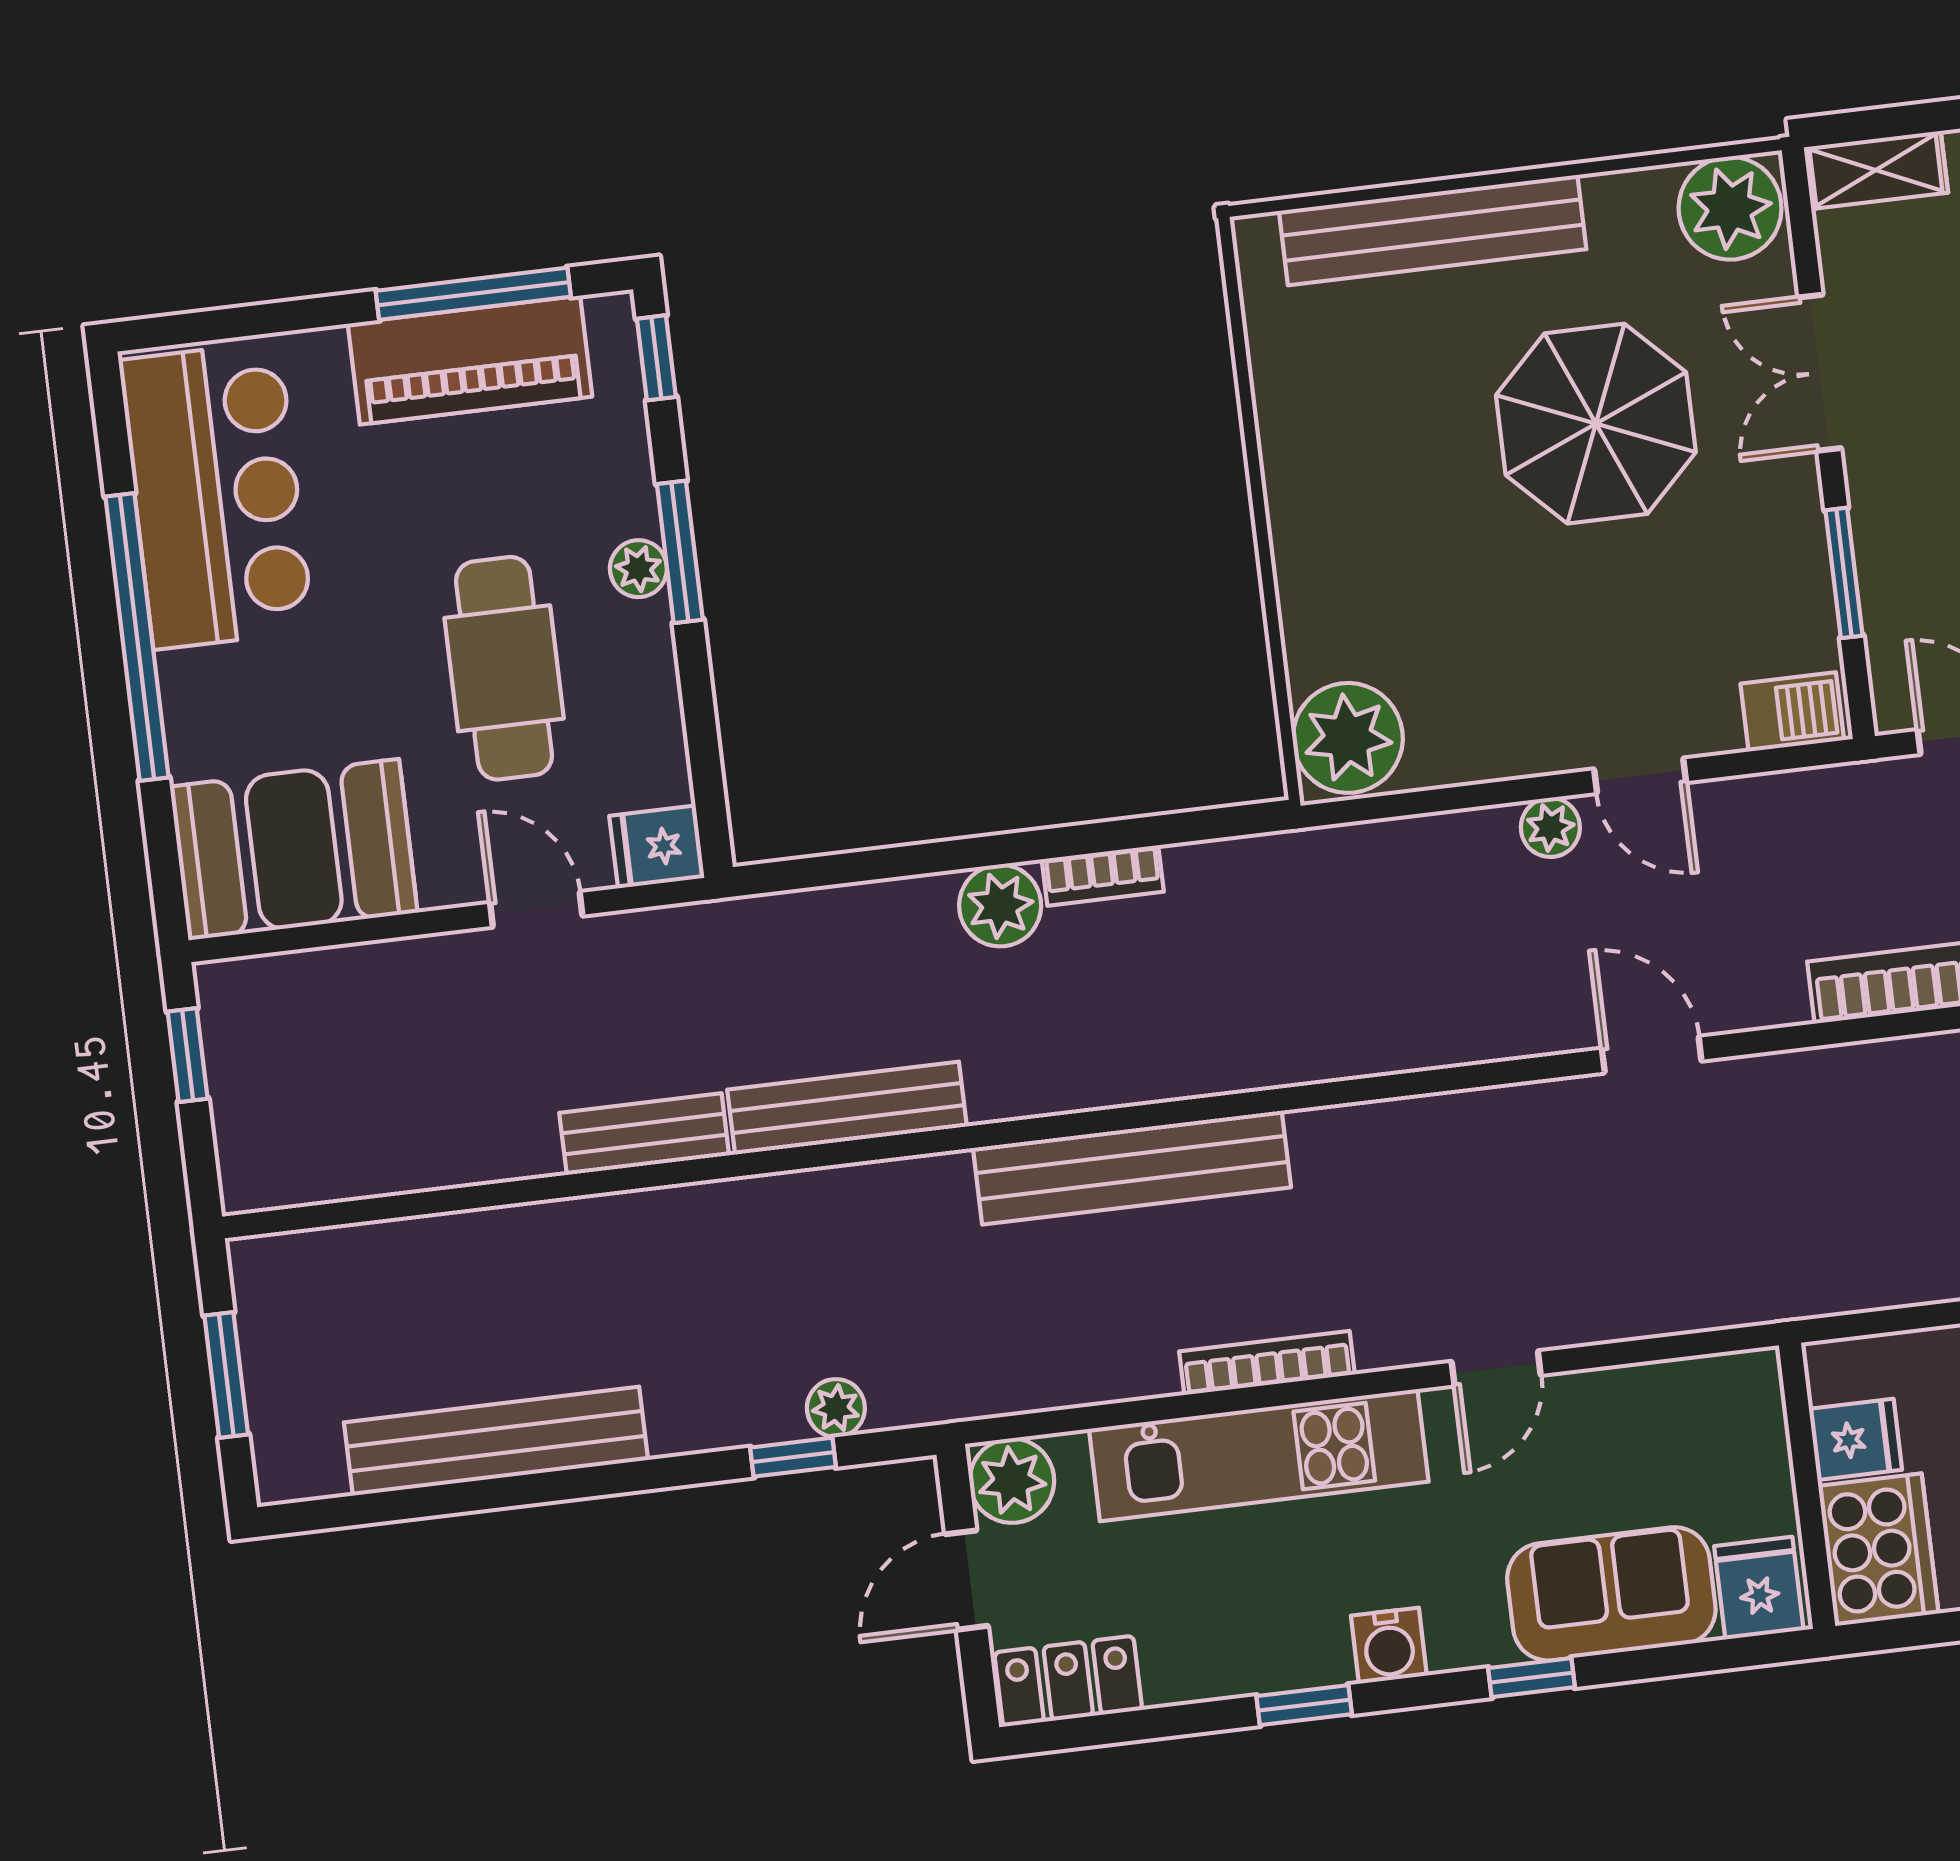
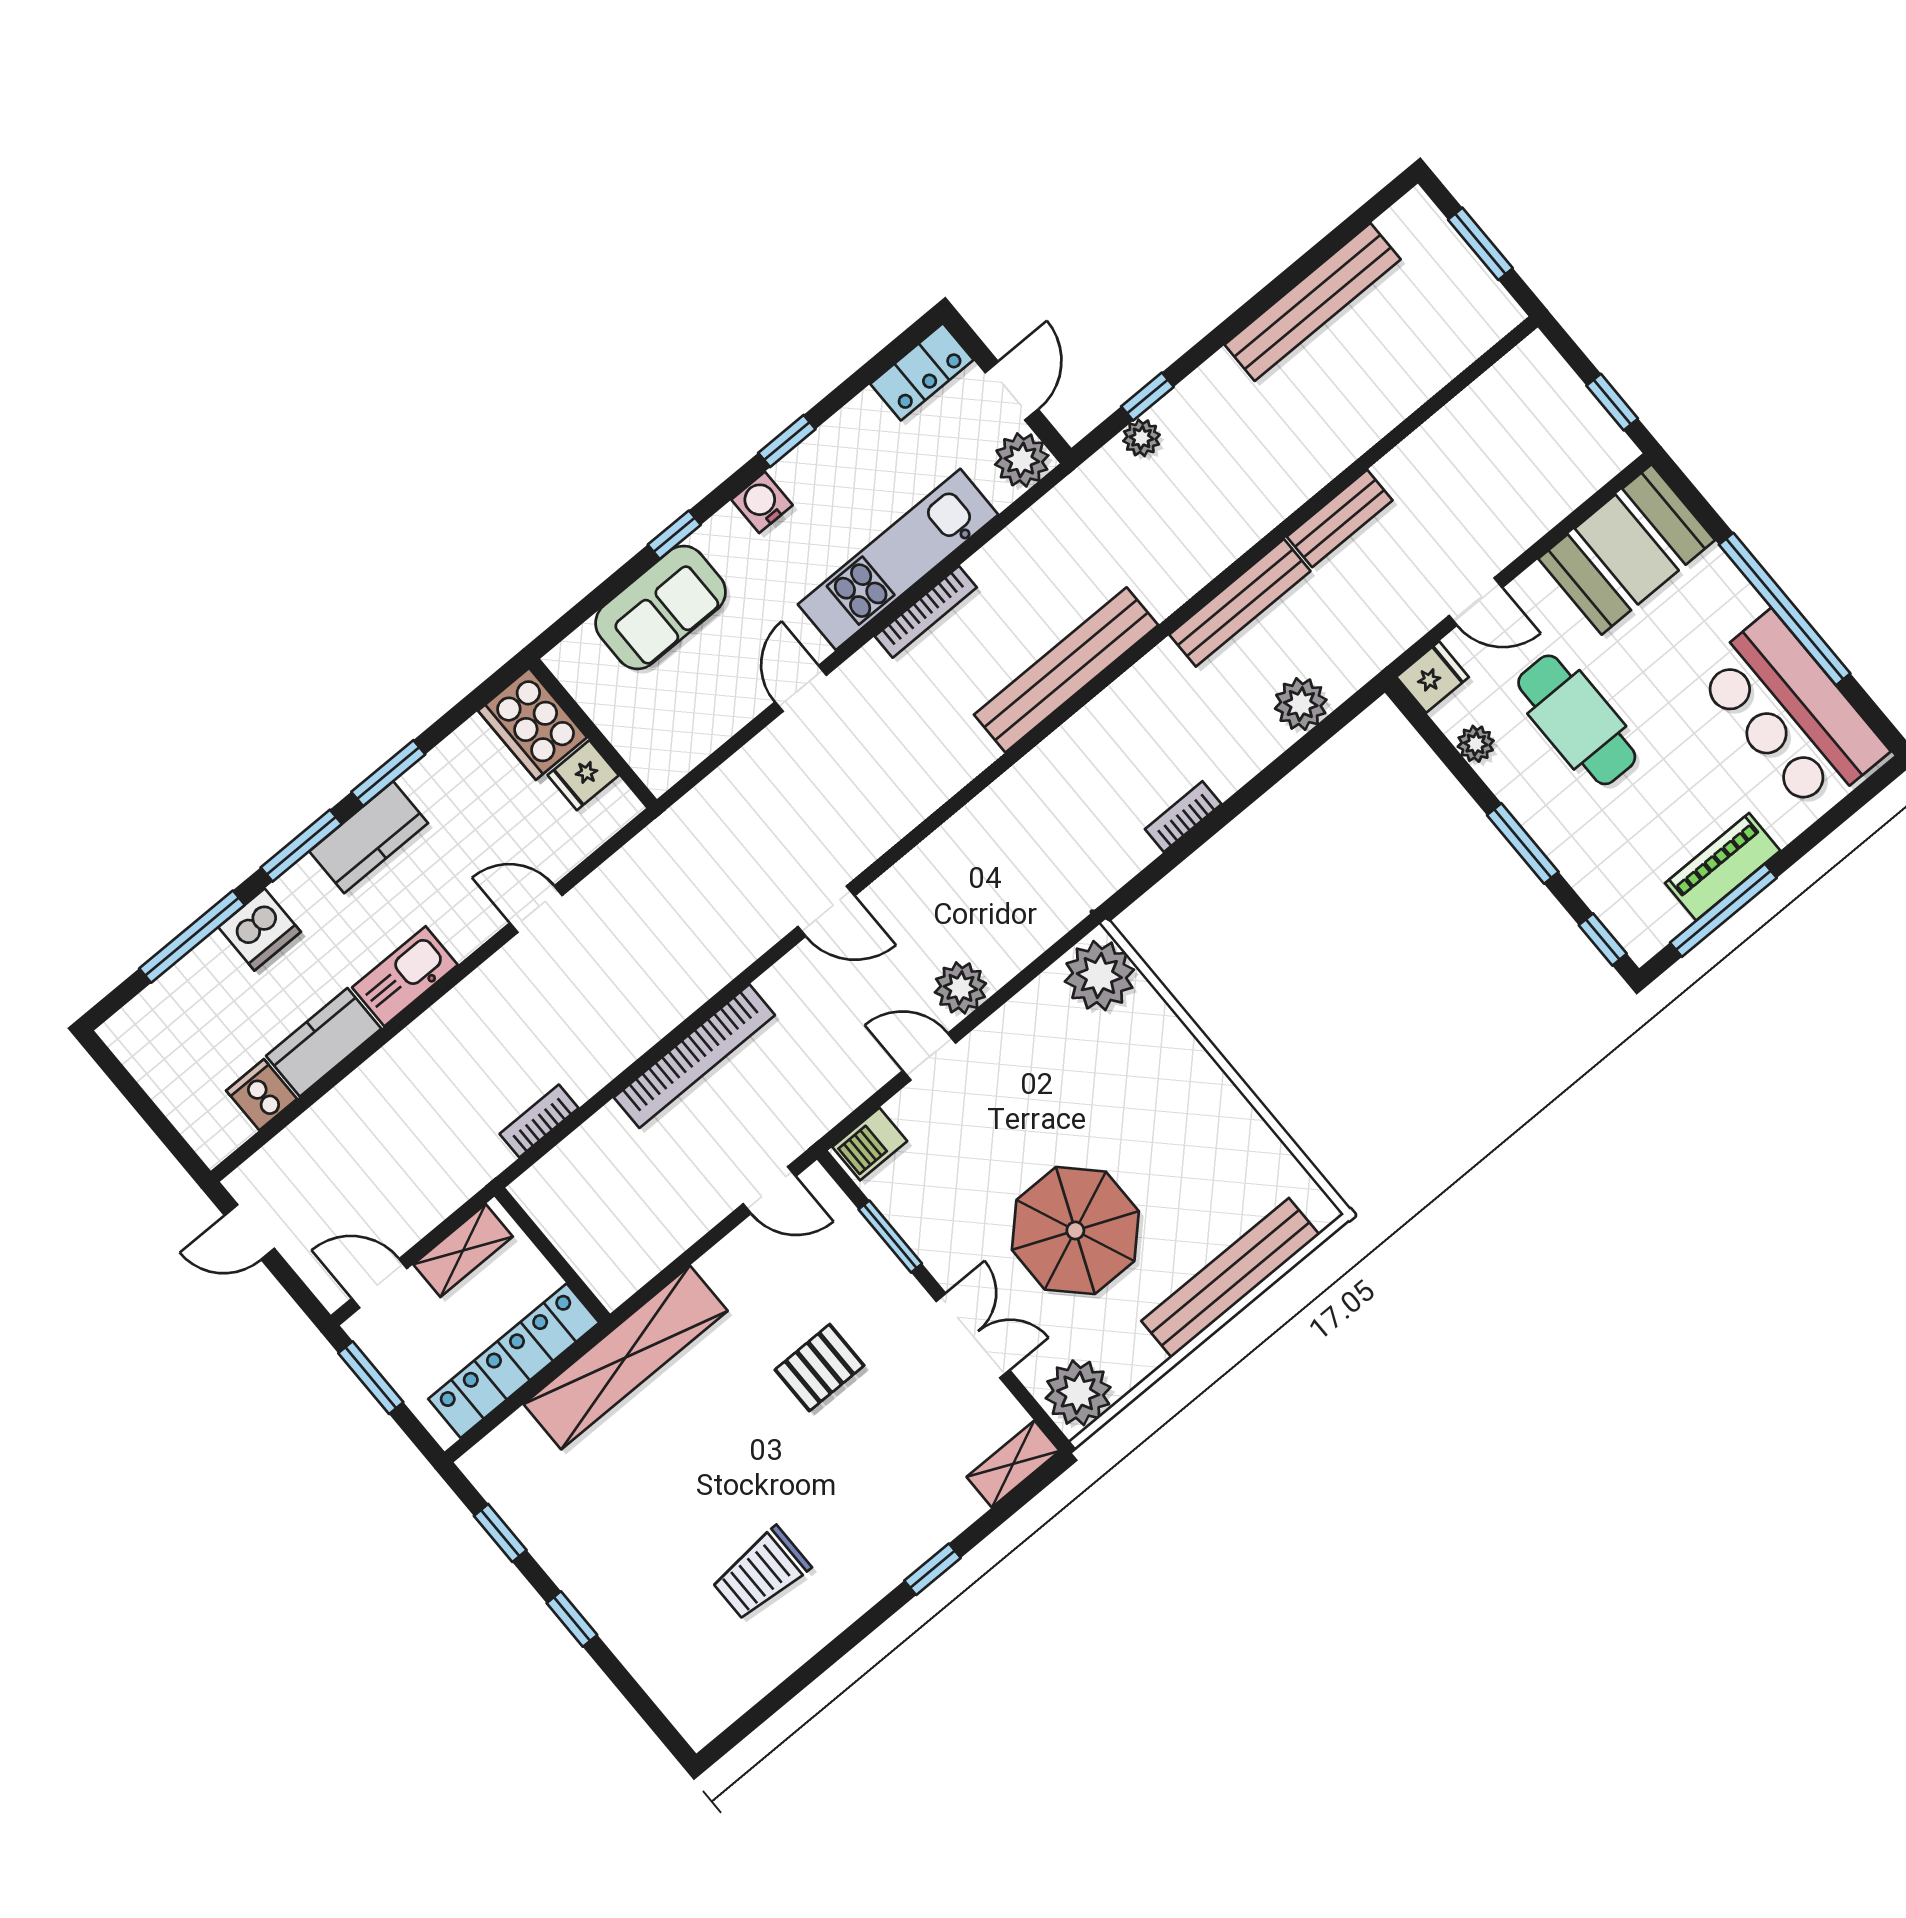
piano: (470, 360) -> (1723, 867), width x0.73, depth x0.75
plant: (638, 569) -> (1476, 744), moved
plant: (1550, 827) -> (960, 988), width x1.38, depth x1.38
plant: (1000, 906) -> (1301, 704), moved
fridge: (1759, 1588) -> (583, 662), removed

